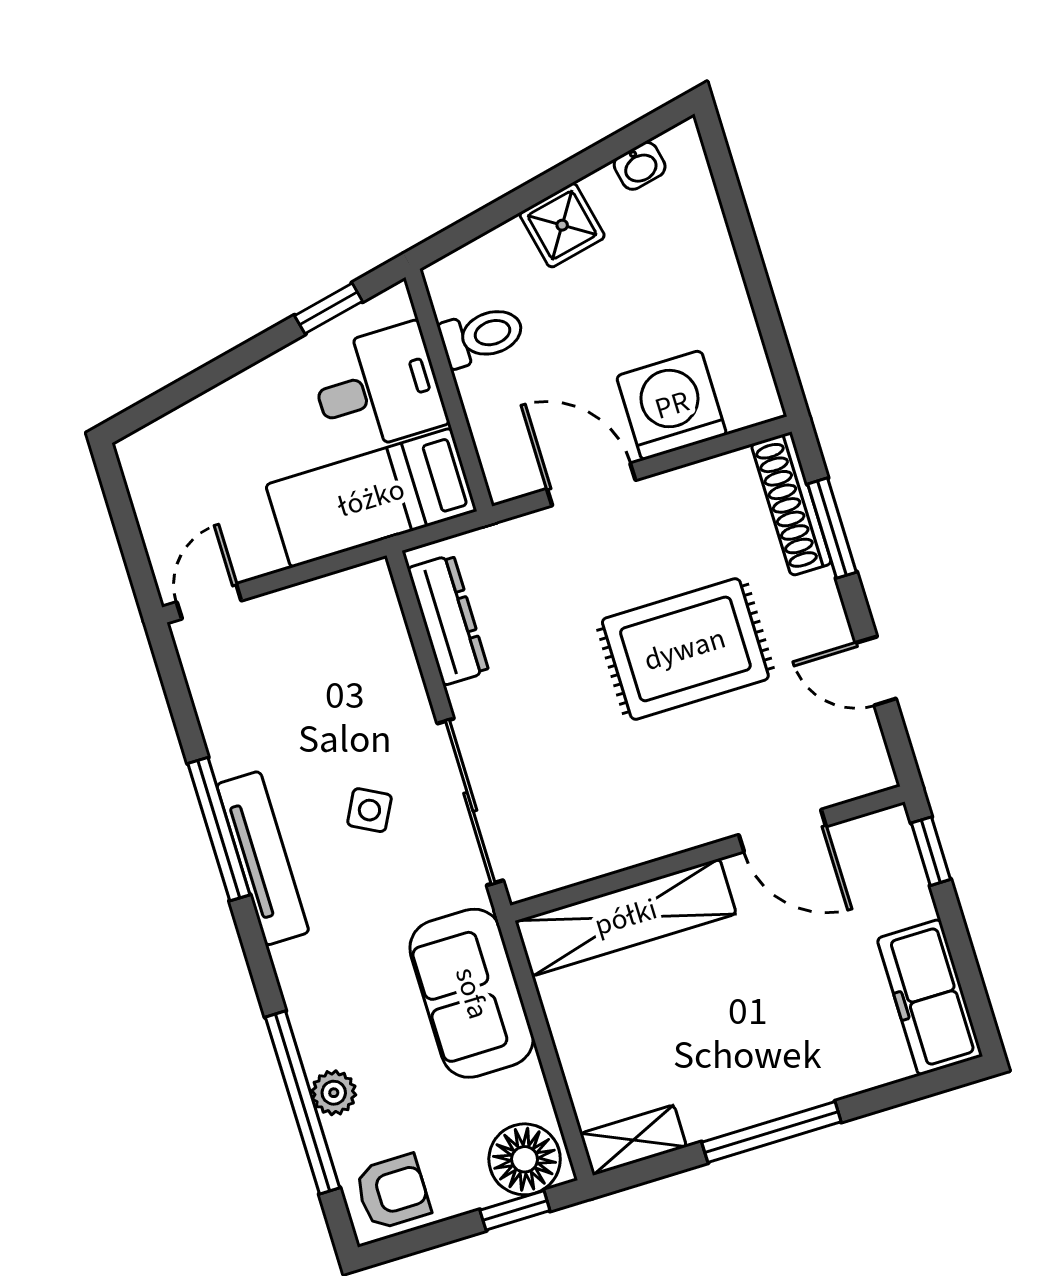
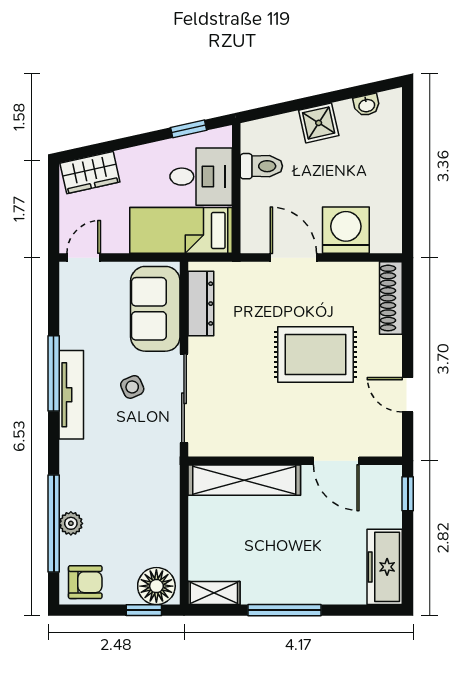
wardrobe: (173, 443) -> (90, 173), added
window: (832, 528) -> (408, 316), removed
side table: (369, 810) -> (132, 387), turned 38
sofa: (472, 993) -> (155, 309), moved

